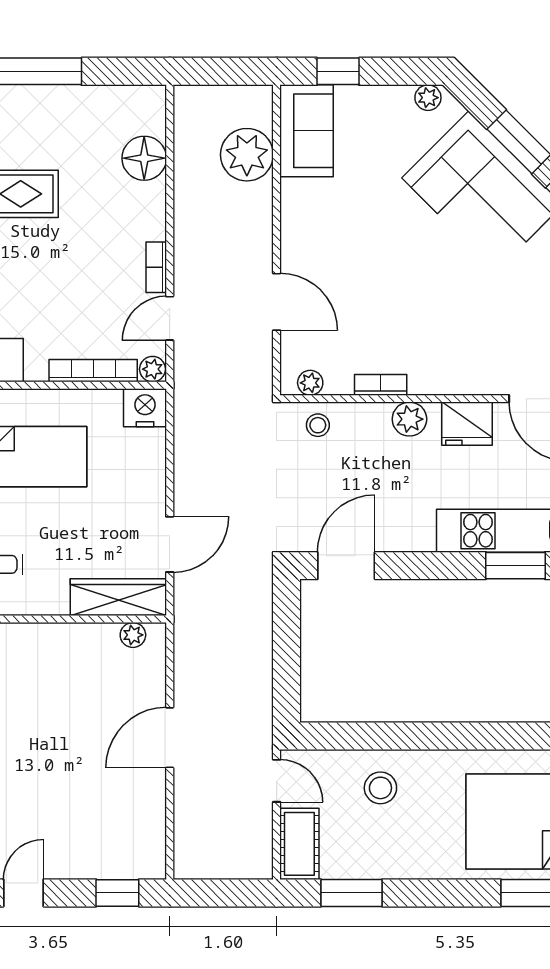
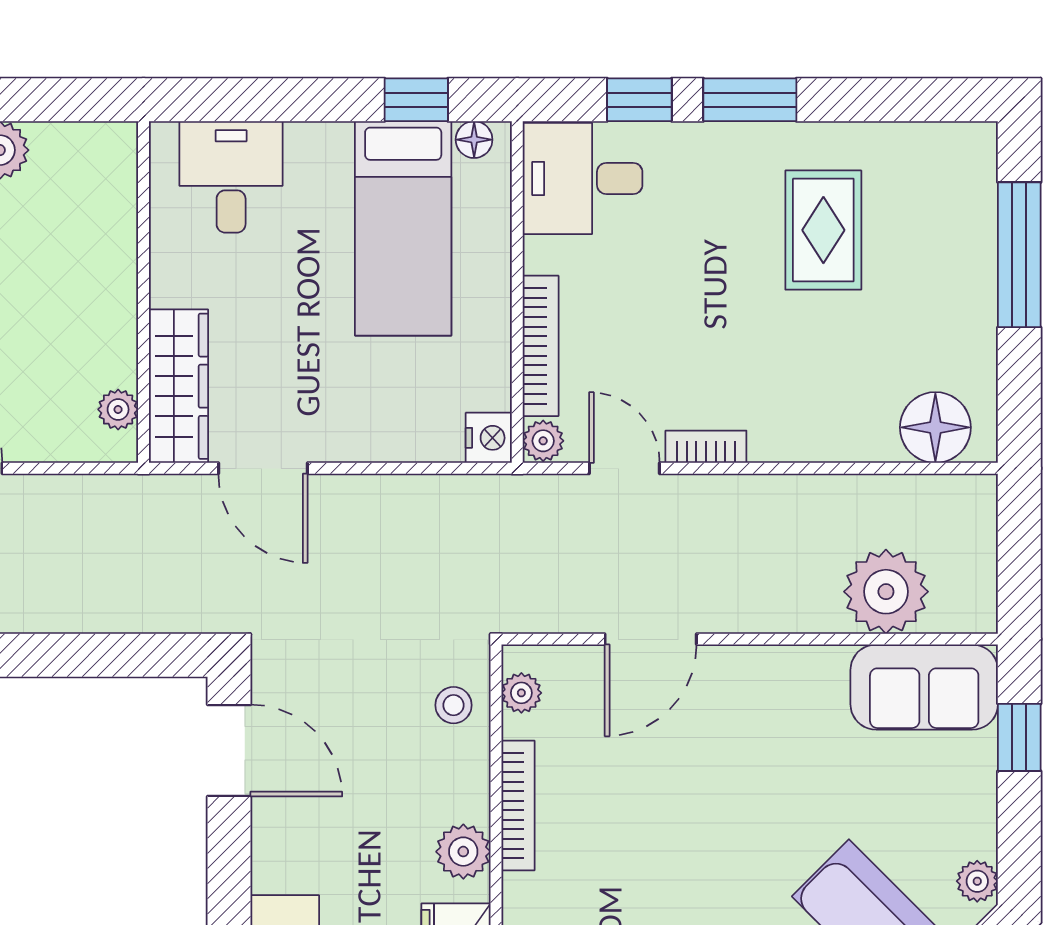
floor lamp: (144, 158) -> (935, 427), moved
bookcase: (381, 385) -> (518, 806), width x1.56
nightstand: (145, 408) -> (489, 438), width x0.74, depth x0.75

